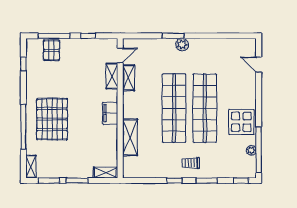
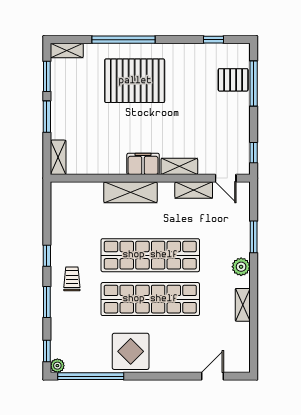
window: (88, 36) -> (254, 153), moved
window: (173, 36) -> (254, 237), moved
shelving: (209, 44) -> (243, 305), added
shelving: (112, 76) -> (179, 166), moved
shelving: (130, 137) -> (130, 192), moved
plant: (251, 150) -> (57, 366), moved

